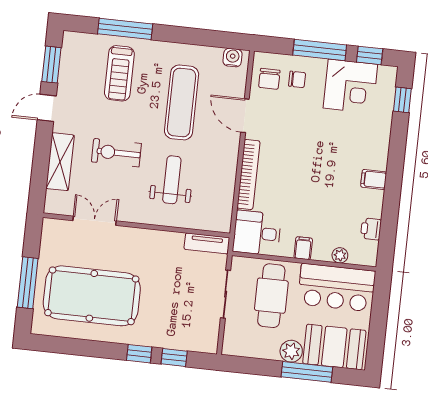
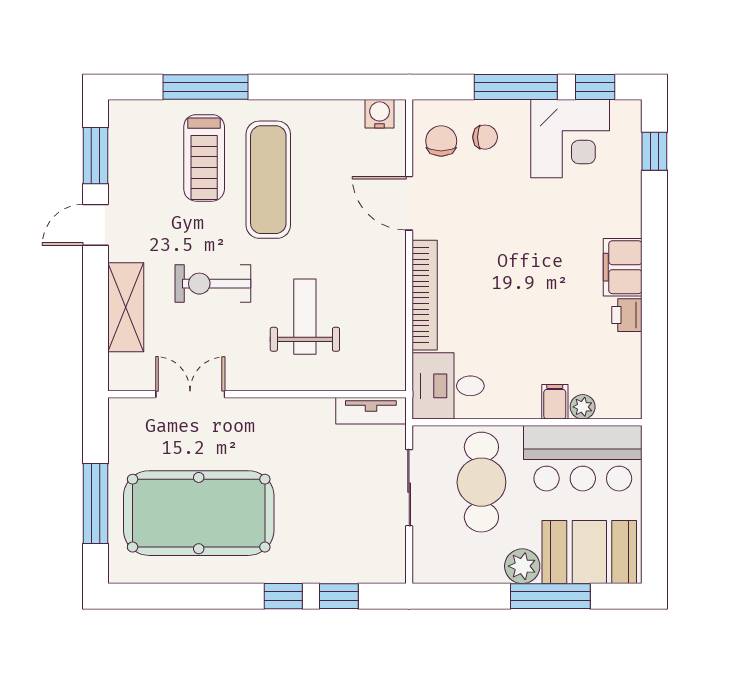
chair: (269, 79) -> (441, 141), turned 180
exercise mat: (182, 102) -> (268, 180), moved
filing cabinet: (374, 179) -> (623, 267), width x2.00
printer: (371, 229) -> (627, 315), moved
filing cabinet: (303, 248) -> (555, 402), moved

